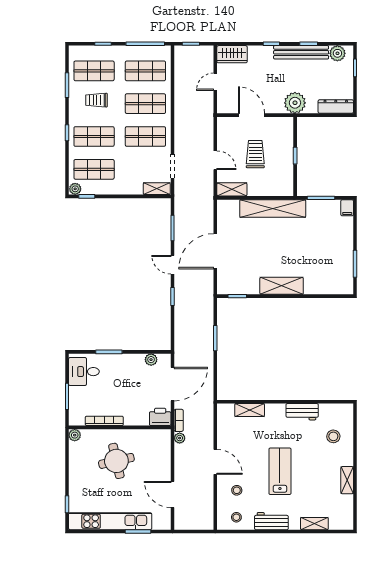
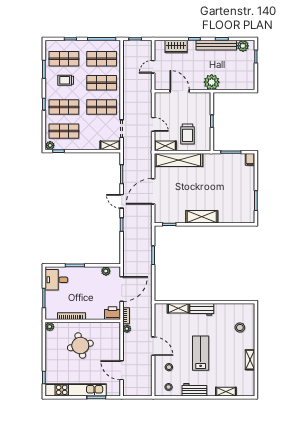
wardrobe: (232, 54) -> (176, 46), moved
dresser: (336, 107) -> (242, 85), removed
trolley: (255, 154) -> (187, 134), moved, turned 180
shelving: (273, 208) -> (178, 160), moved
workbench: (302, 412) -> (202, 309), moved

